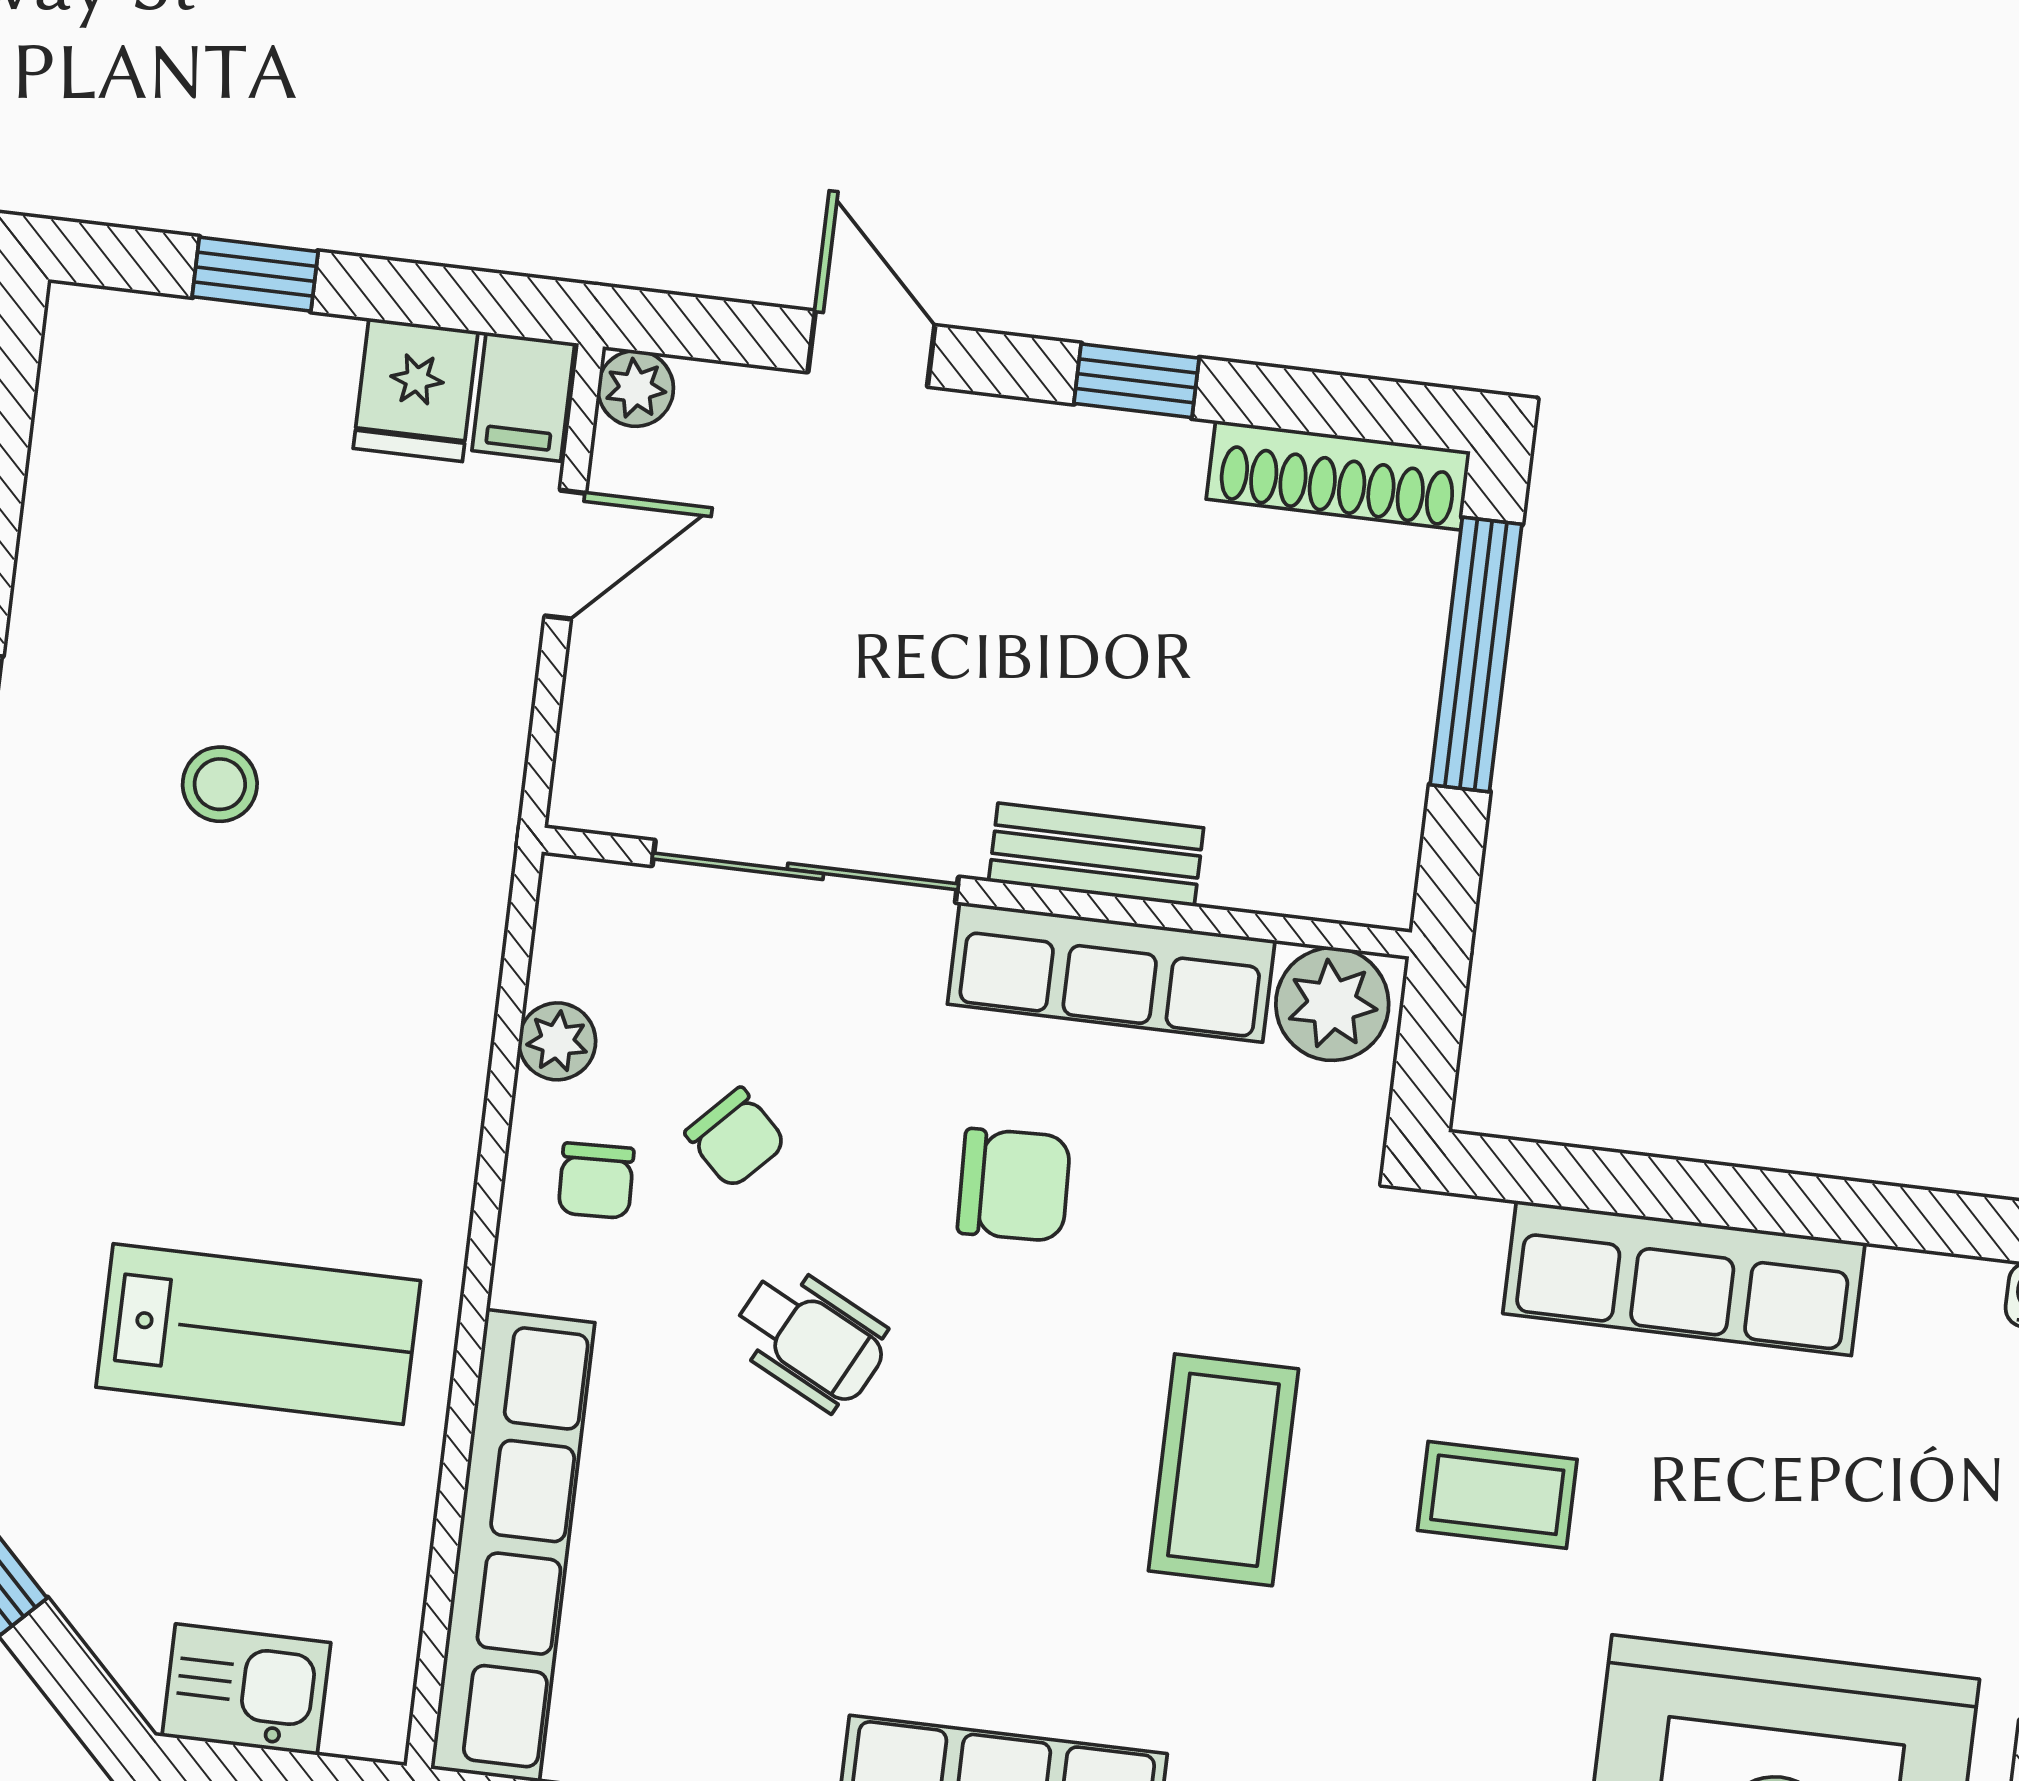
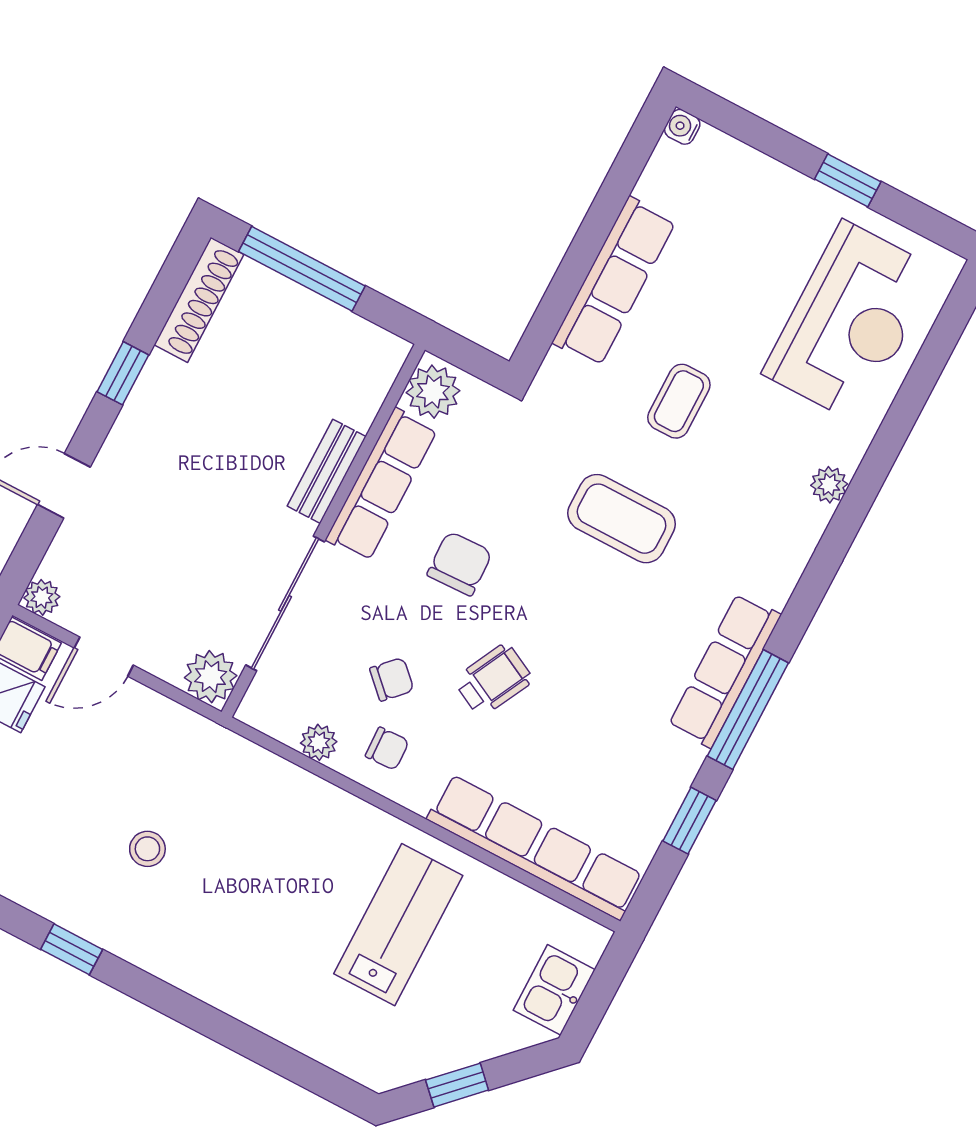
door: (565, 555) -> (104, 657), swing flipped
plant: (606, 780) -> (211, 677), added

